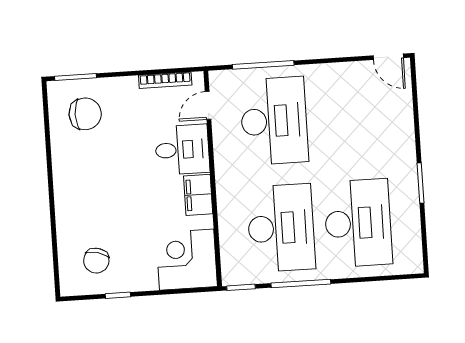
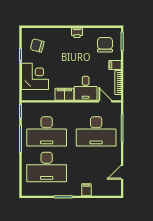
door: (388, 57) -> (122, 172), moved
filing cabinet: (128, 89) -> (115, 65), added
chair: (85, 114) -> (105, 45), turned 180
filing cabinet: (402, 134) -> (86, 190), added
printer: (63, 176) -> (77, 33), added
corner desk: (187, 260) -> (35, 76), moved

